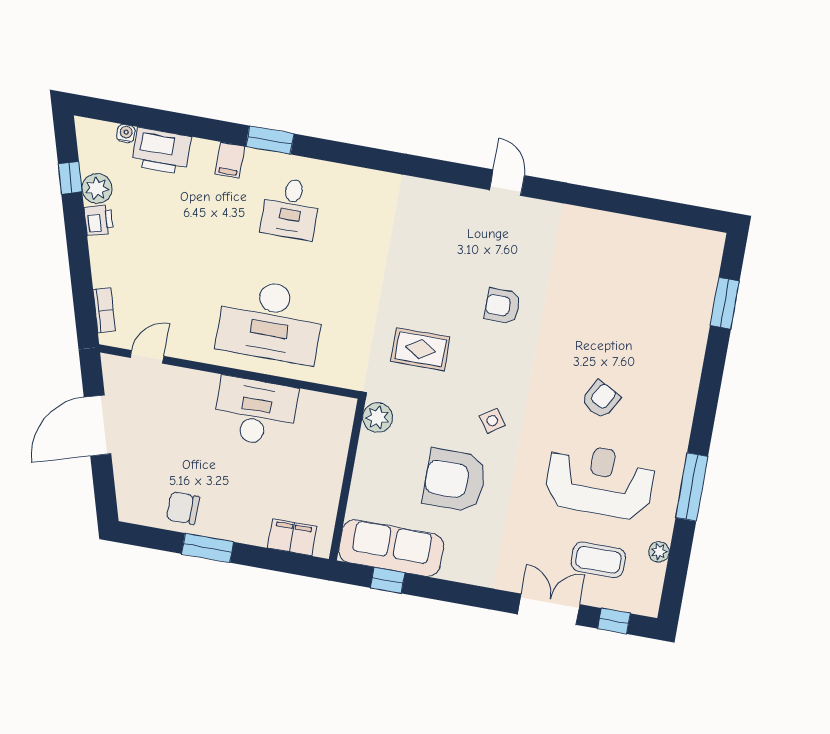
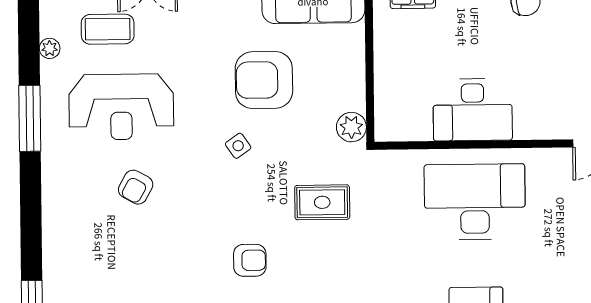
armchair: (455, 480) -> (264, 80), turned 180

